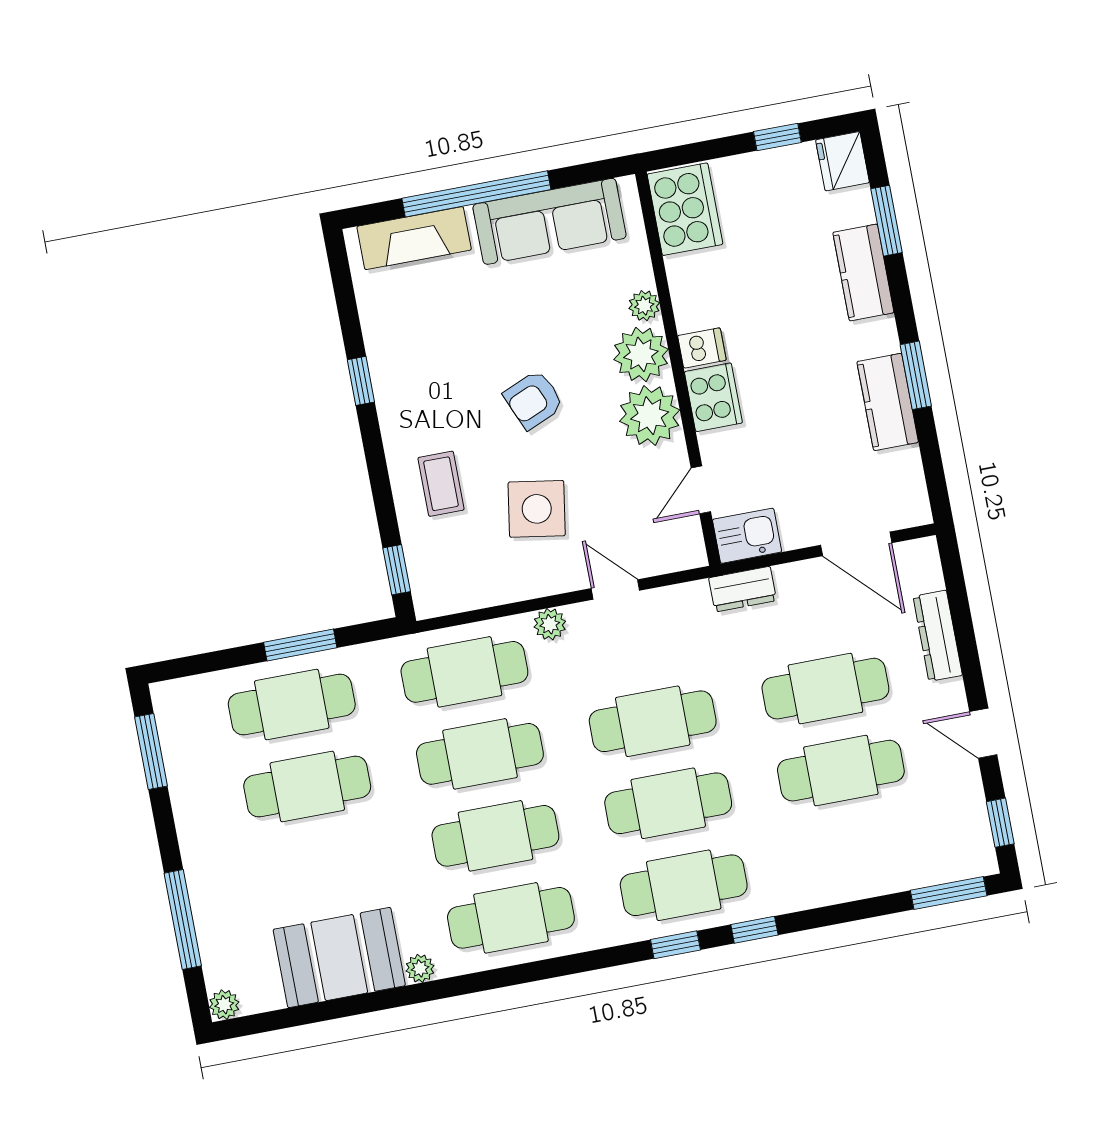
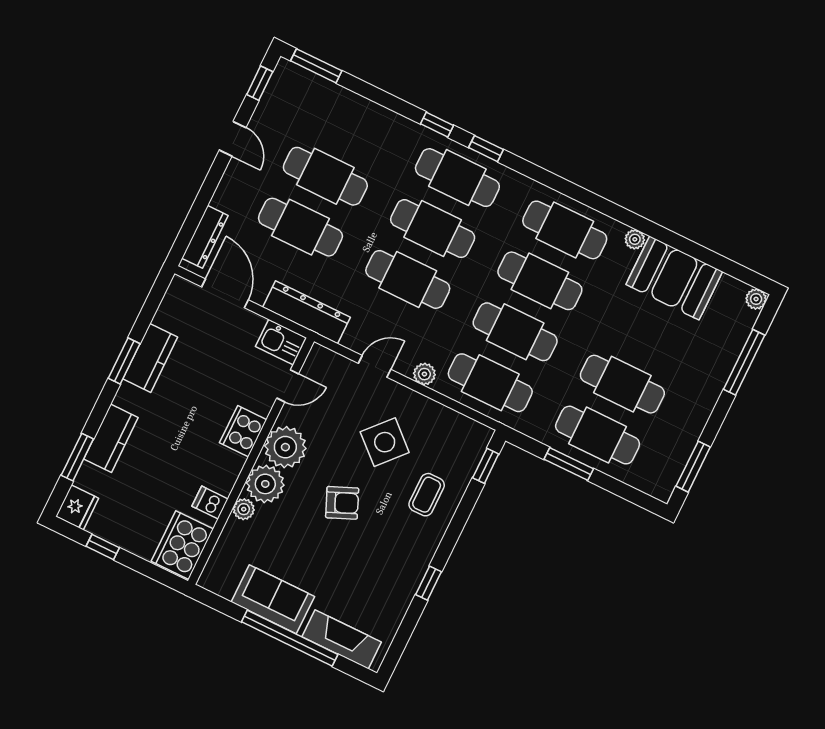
sofa: (550, 221) -> (273, 599), width x0.73
dishwasher: (702, 348) -> (210, 503), moved
side table: (537, 509) -> (385, 442), turned 33
door: (615, 589) -> (375, 366), swing flipped
dresser: (743, 589) -> (306, 312), width x1.96, depth x1.24
dresser: (938, 636) -> (205, 237), moved

